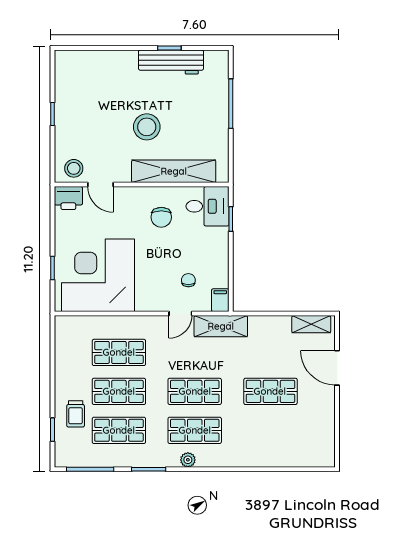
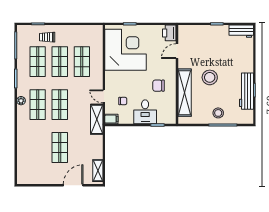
workbench: (65, 71) -> (241, 31), added
stool: (74, 168) -> (218, 113), moved
desk: (207, 206) -> (145, 112), moved

